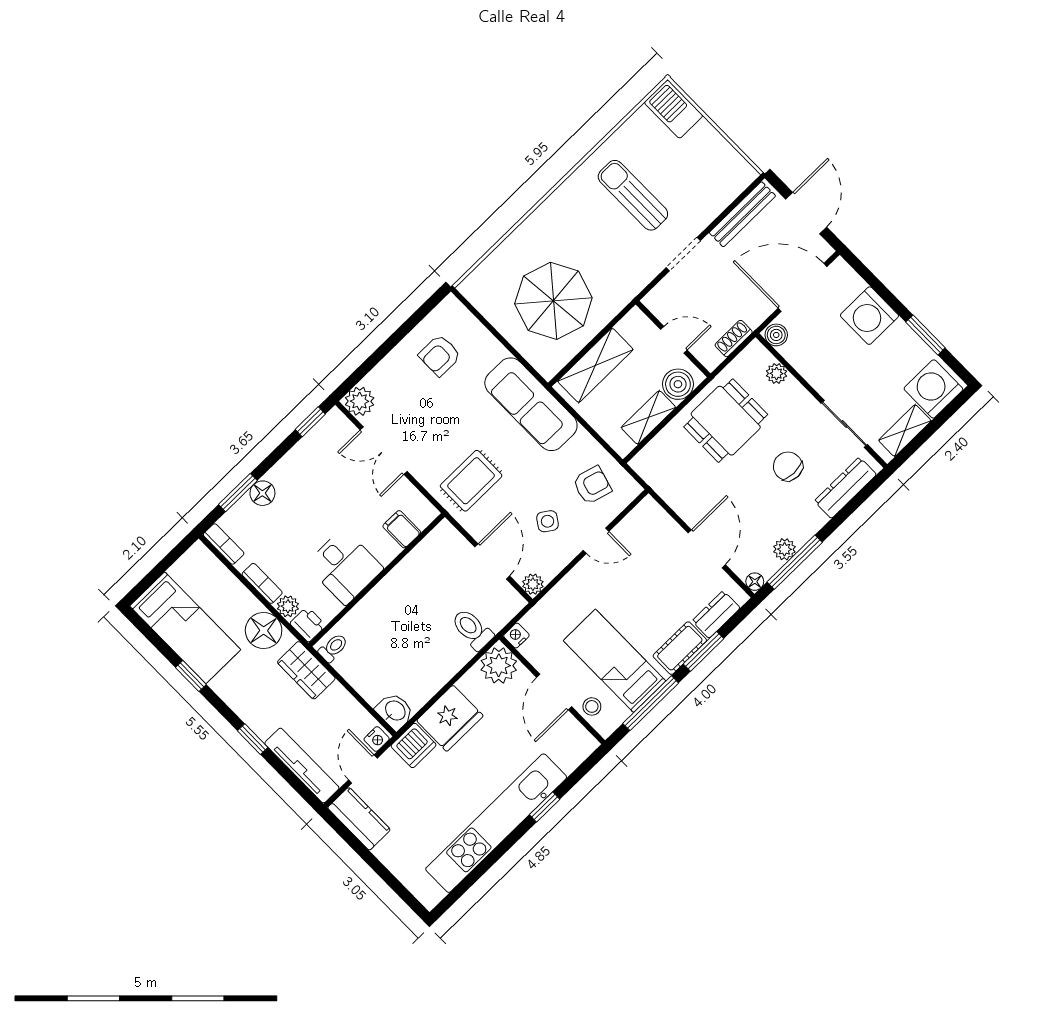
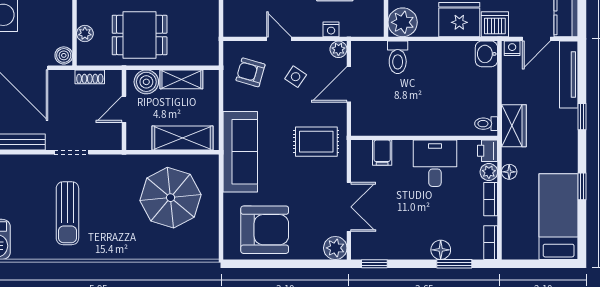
door: (674, 340) -> (124, 109), hinge flipped
armchair: (440, 355) -> (265, 230), width x1.88, depth x1.88
floor lamp: (264, 630) -> (509, 172), width x0.53, depth x0.53
nightstand: (516, 636) -> (331, 29), moved

